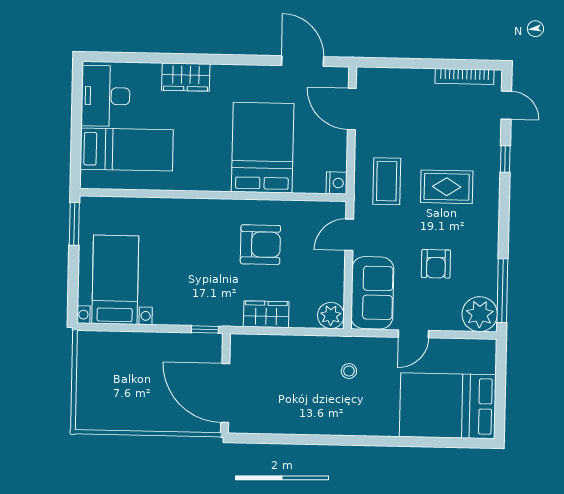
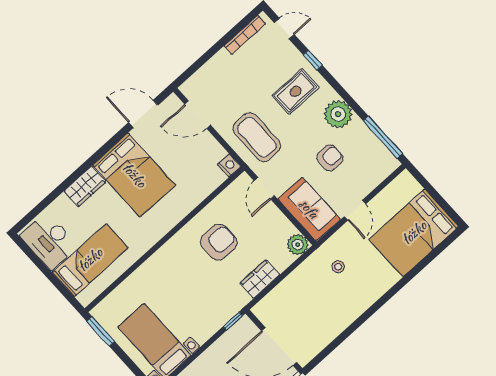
bed: (263, 148) -> (134, 175), moved, turned 180
coffee table: (387, 181) -> (257, 137), width x1.36, depth x1.32
rug: (447, 187) -> (296, 91), moved
armchair: (436, 264) -> (330, 158), turned -90
plant: (480, 314) -> (338, 114), moved

